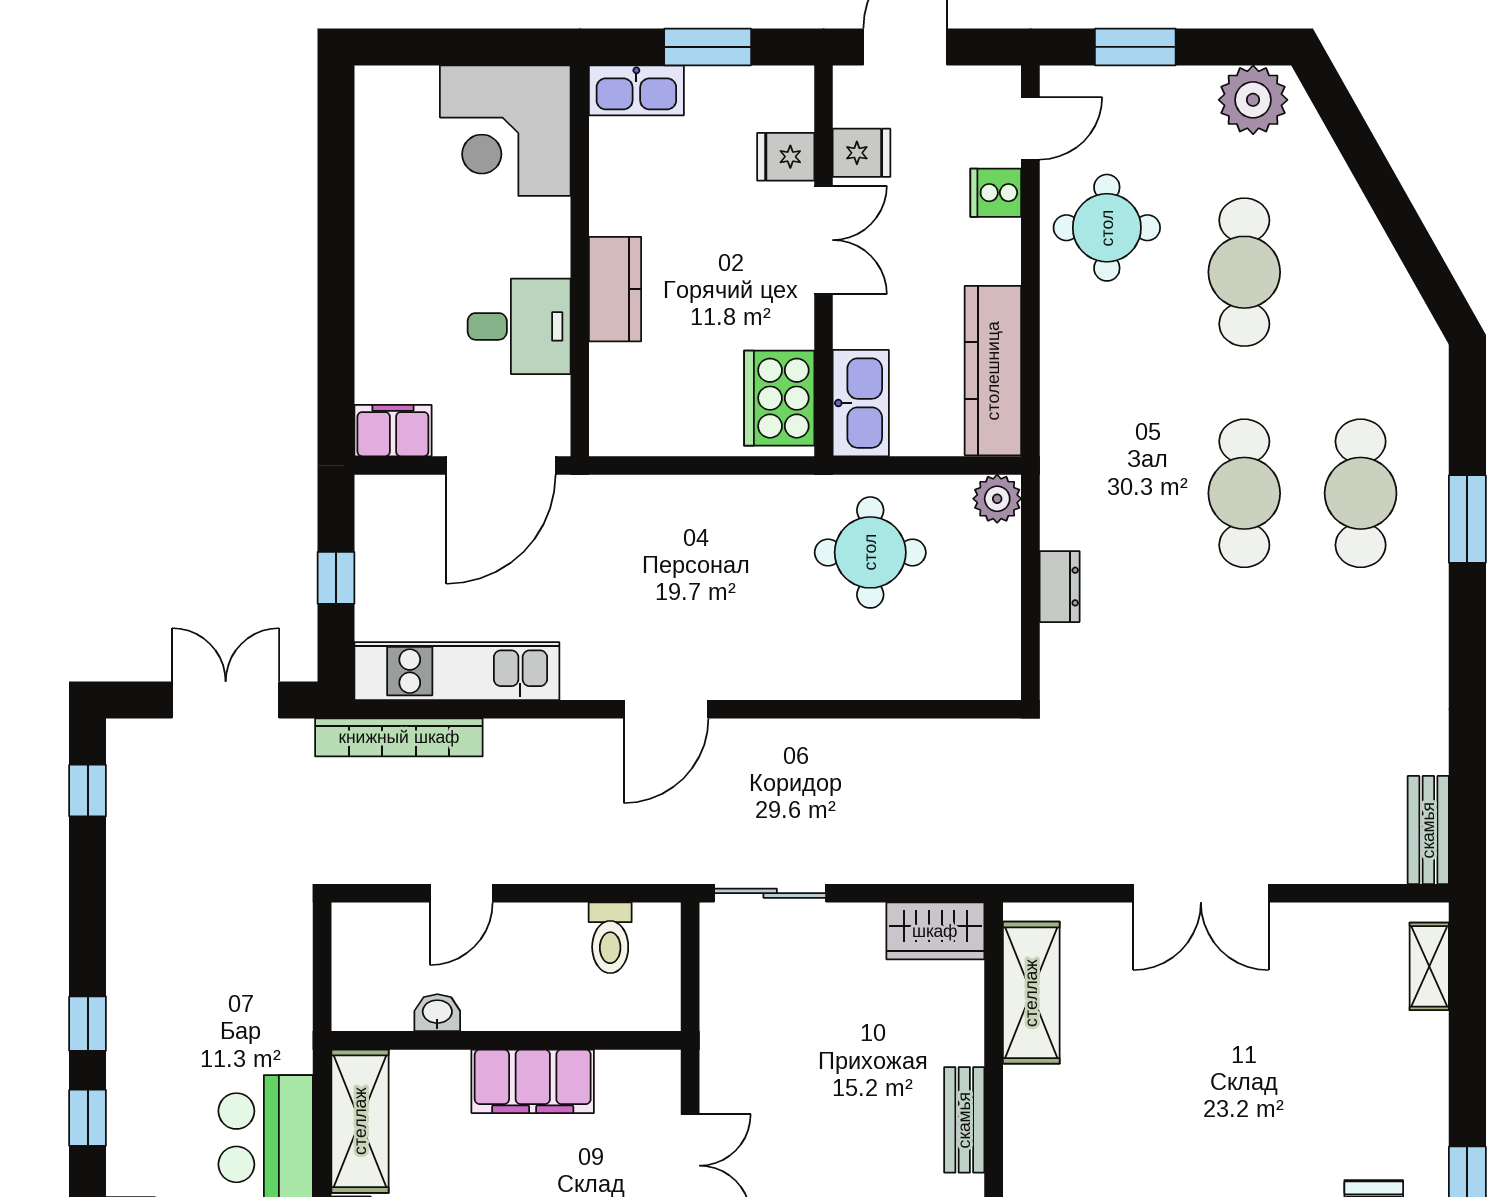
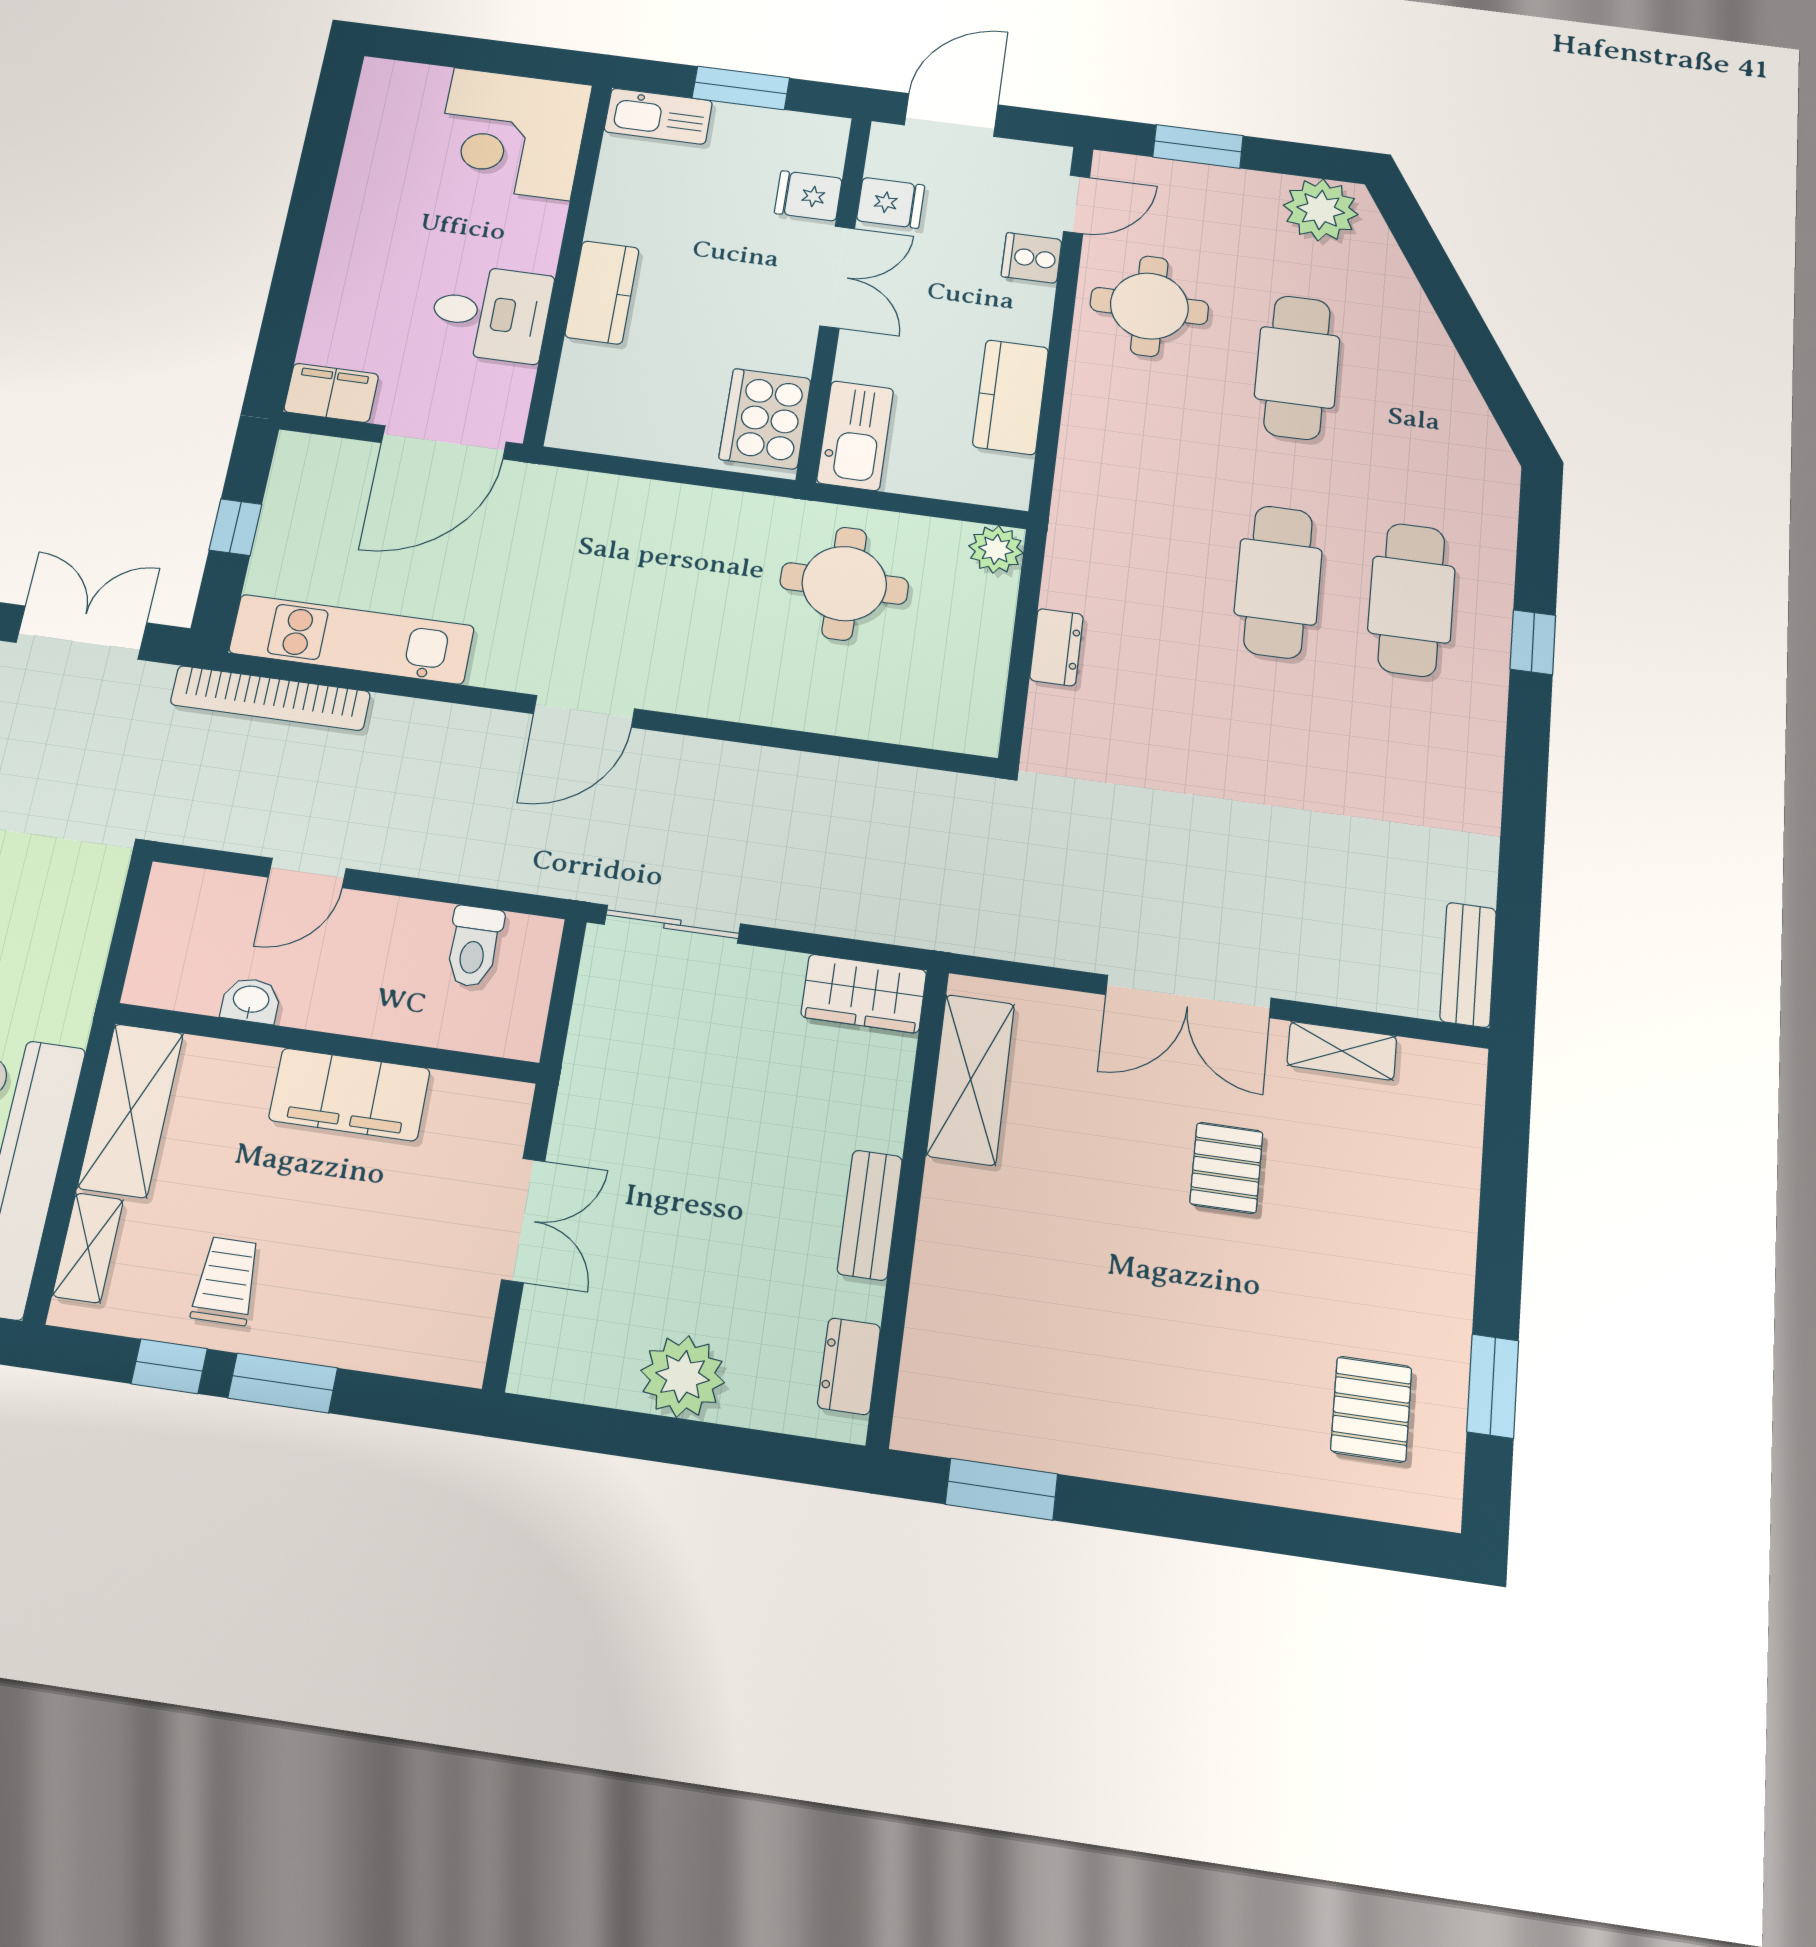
kitchen counter: (993, 371) -> (1011, 397), width x0.67
window: (1467, 519) -> (1533, 642), width x0.67
shelving: (1429, 966) -> (1342, 1051), moved, turned 90
pallet: (1244, 1037) -> (1226, 1168), added

